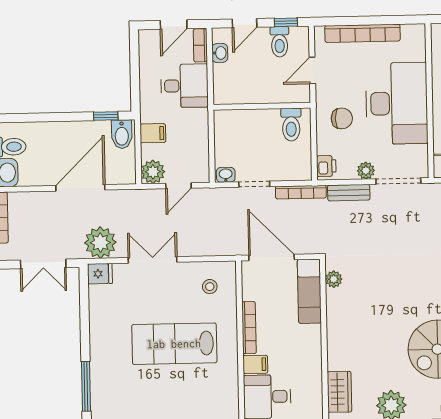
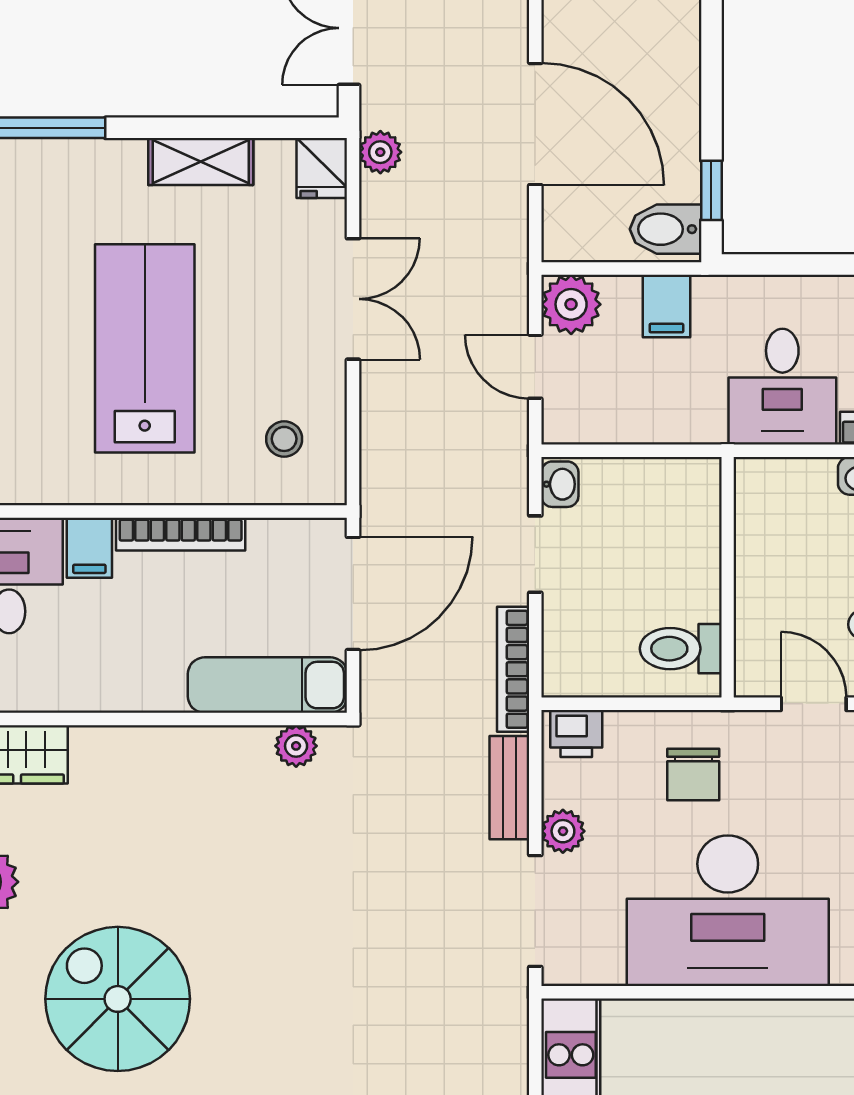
plant: (100, 243) -> (380, 152), width x0.53, depth x0.53
shelving: (98, 323) -> (201, 161), added

